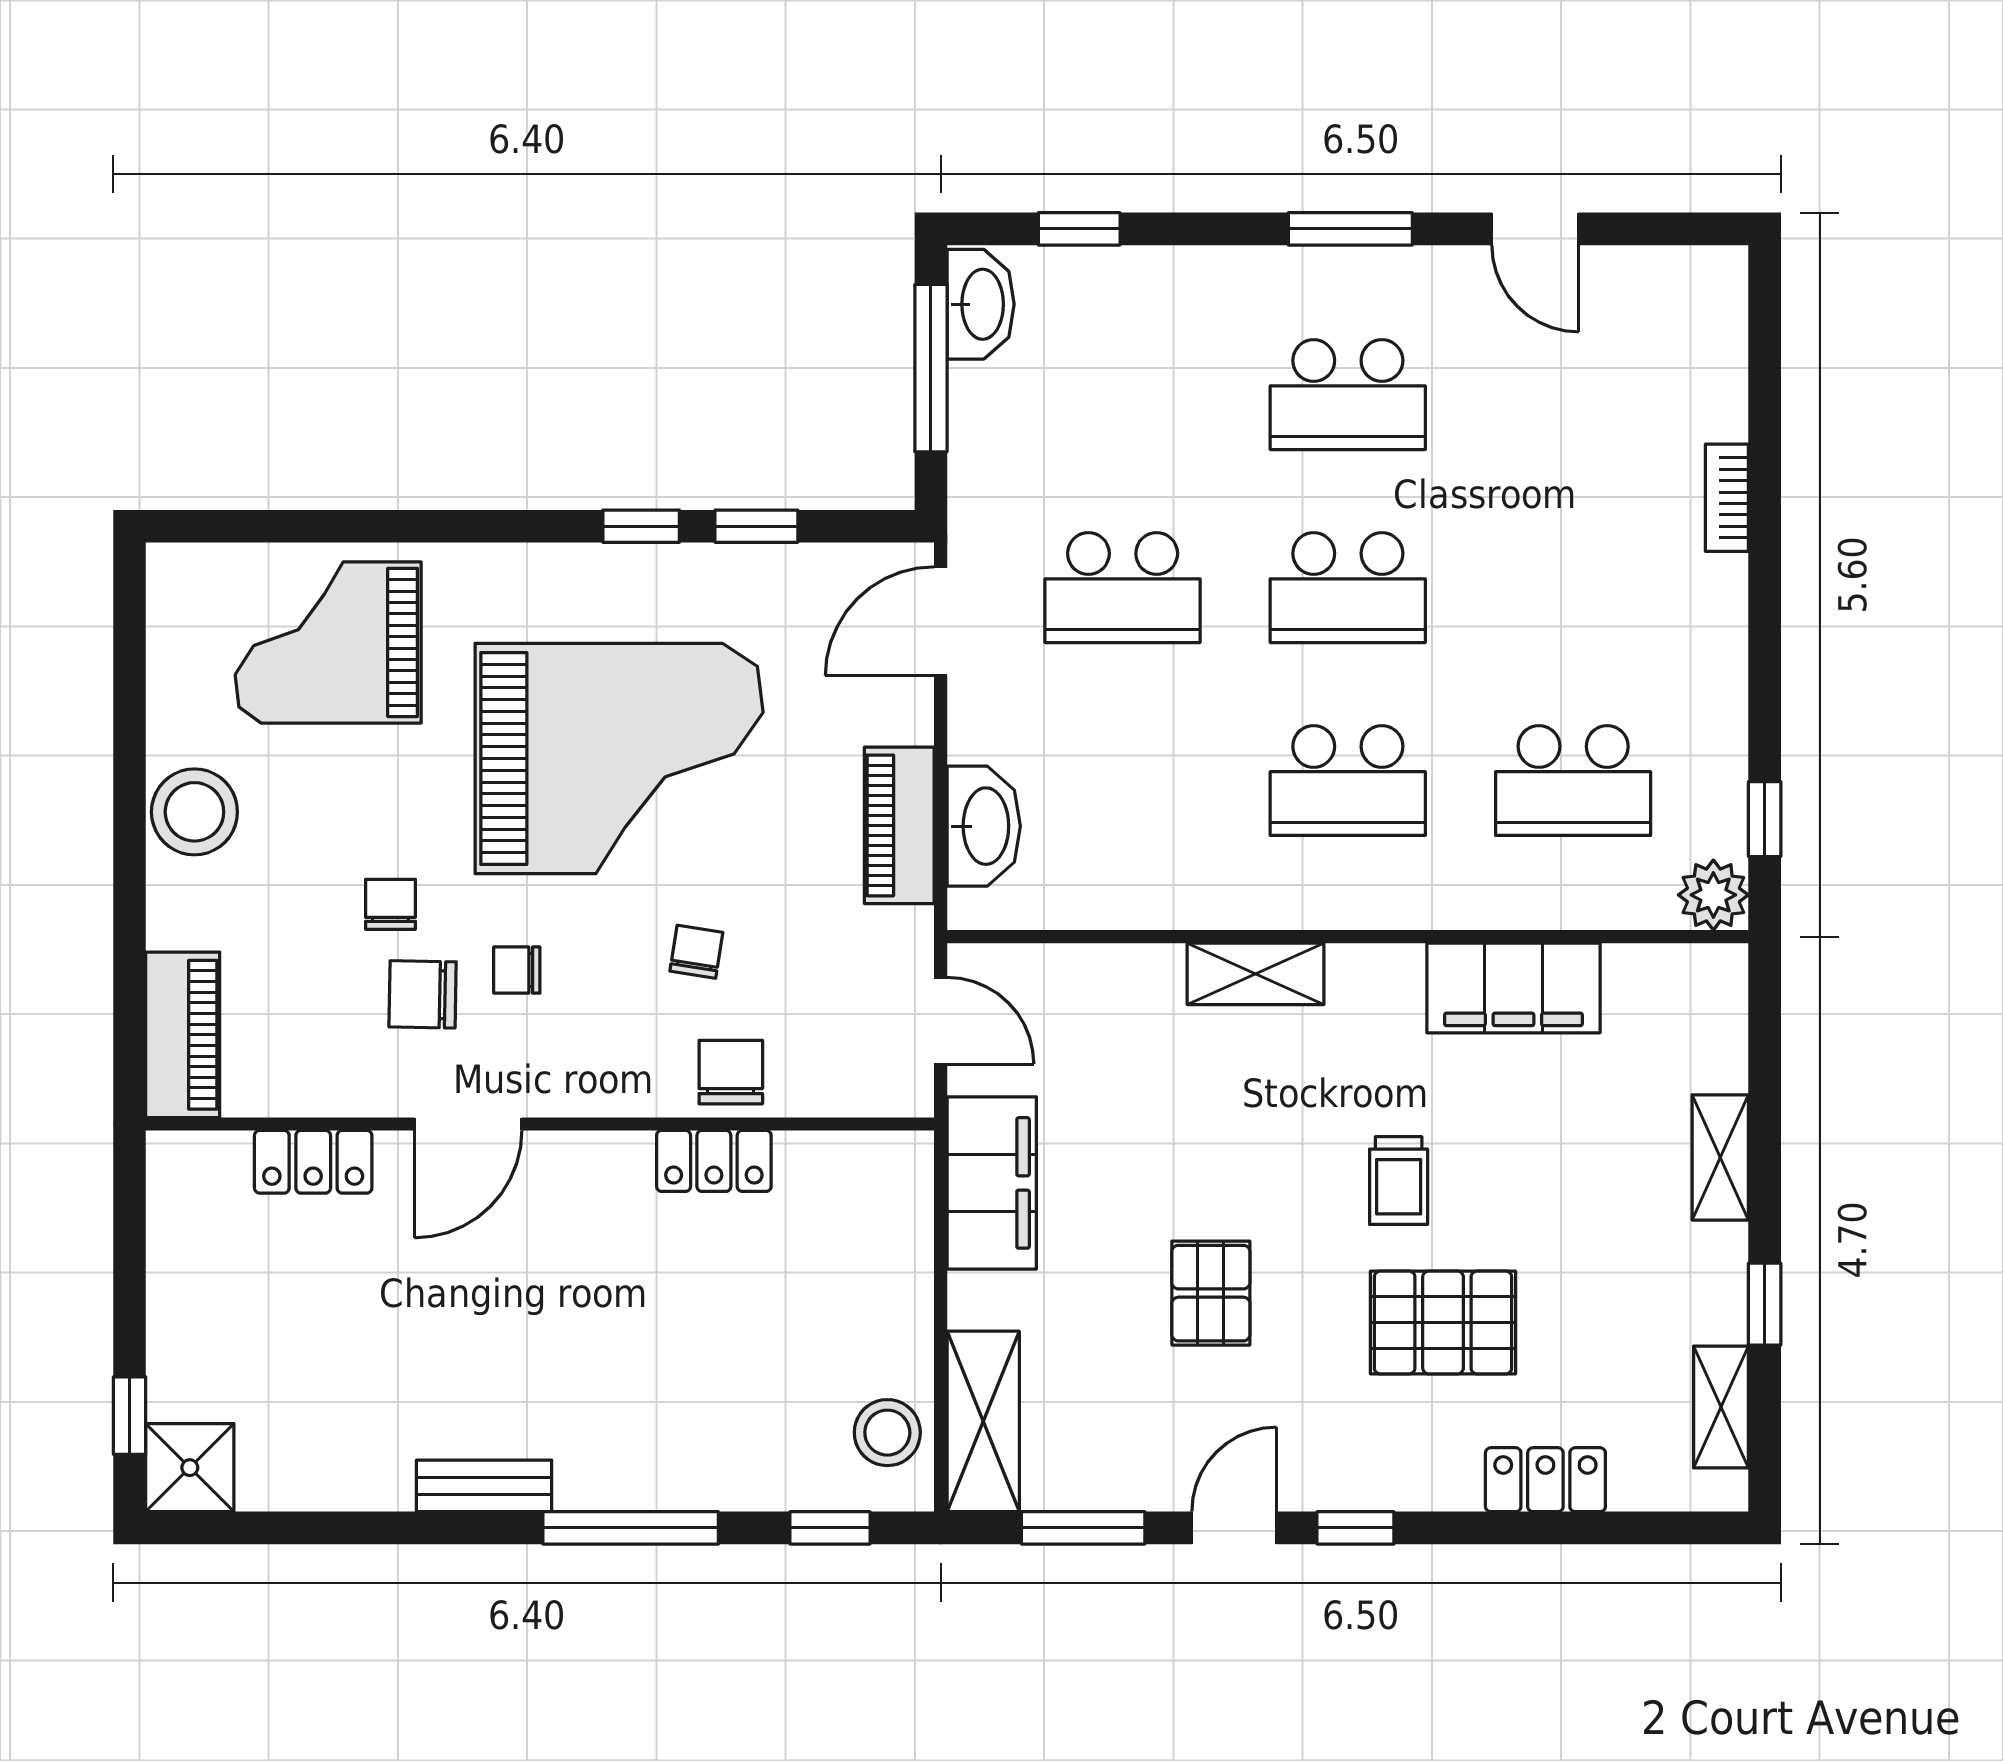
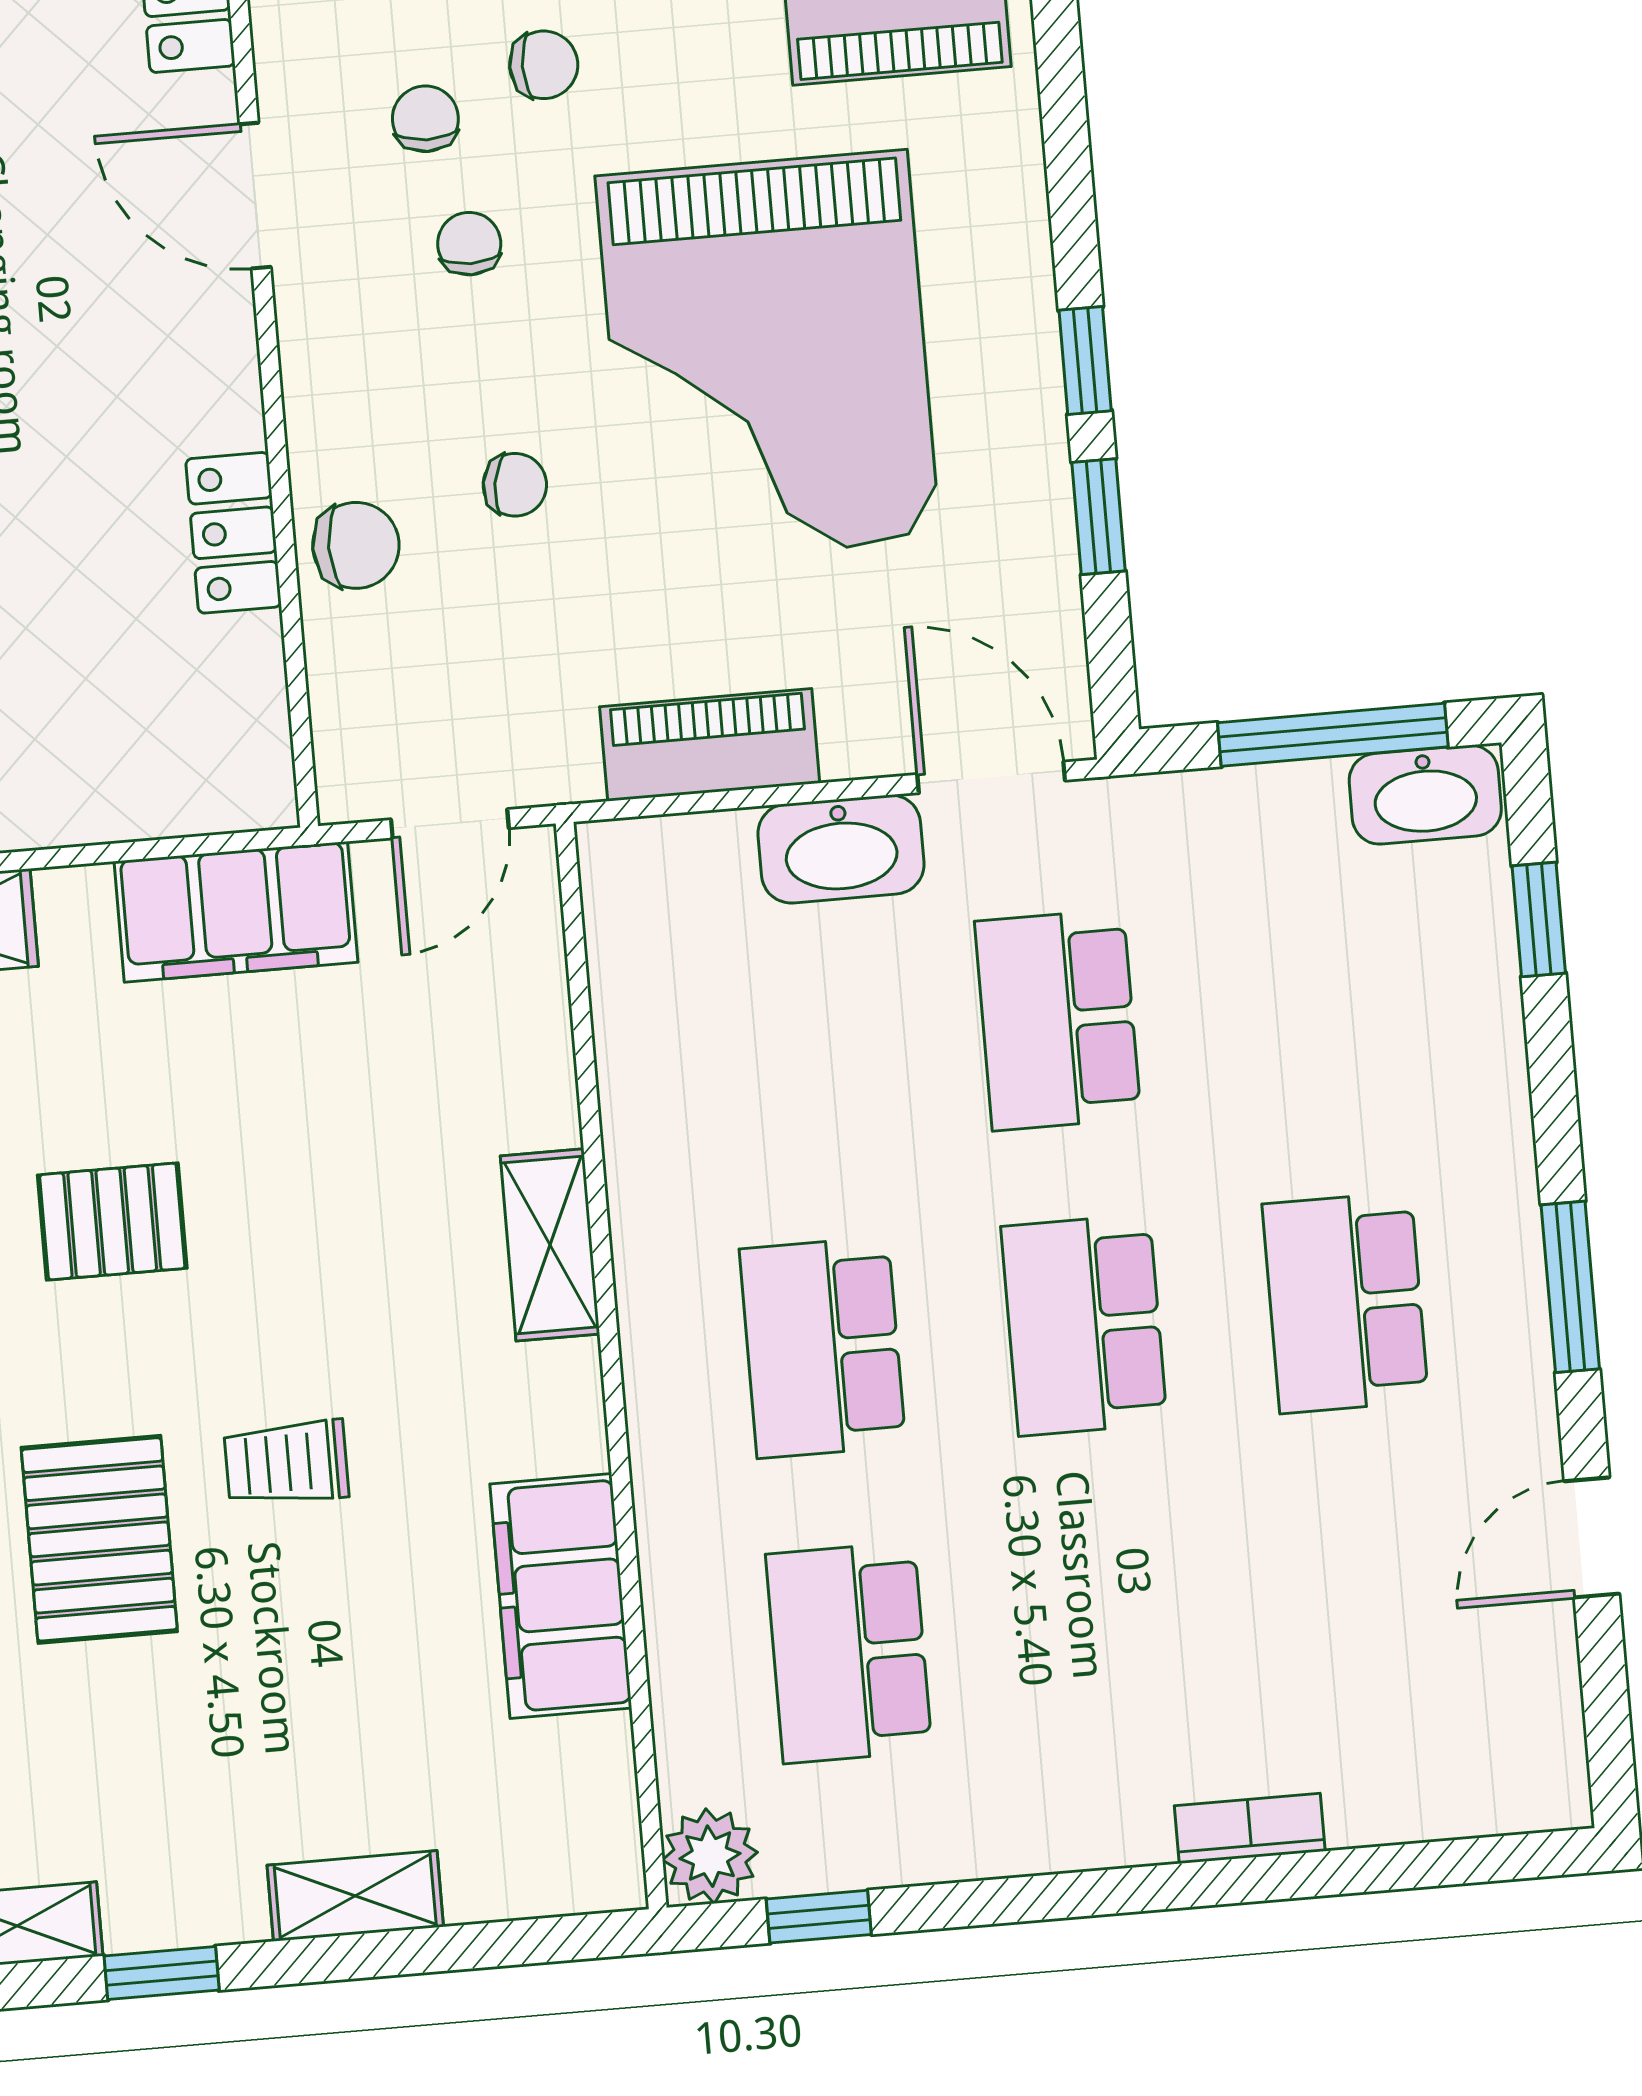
washbasin: (984, 826) -> (841, 849), moved
chair: (423, 994) -> (425, 119), width x0.73, depth x0.73

